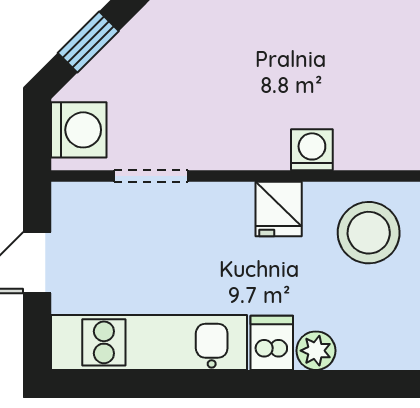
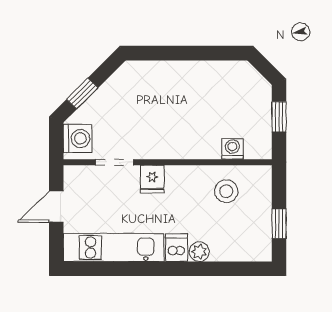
washing machine: (312, 150) -> (232, 149), moved
fridge: (279, 209) -> (152, 179), moved
stool: (369, 233) -> (226, 191), width x0.73, depth x0.73

